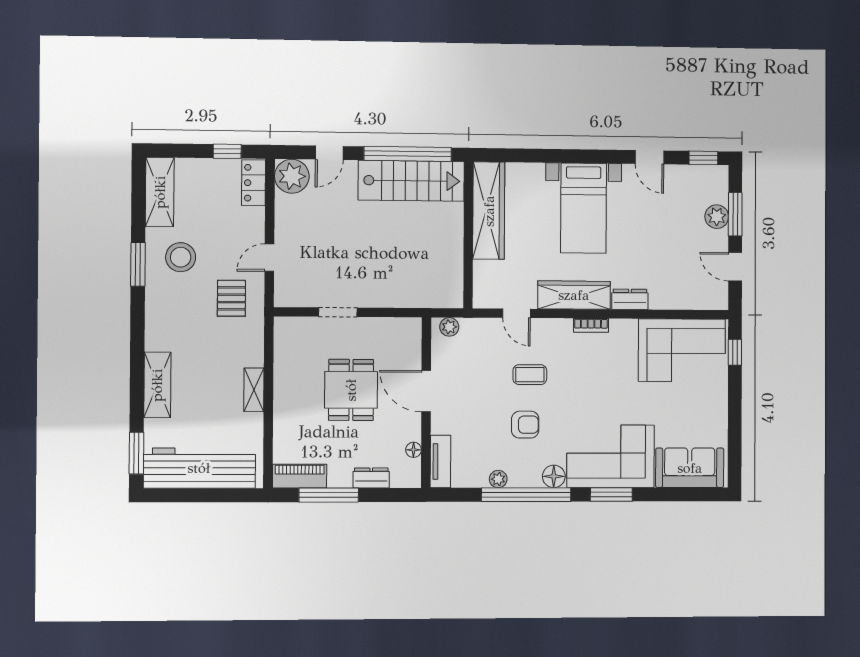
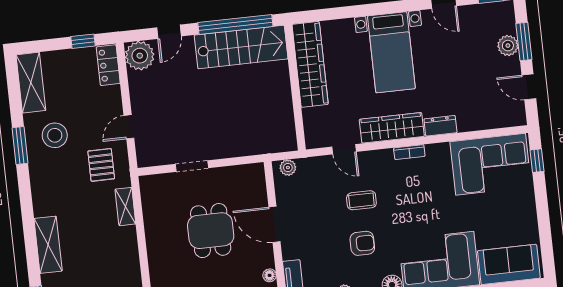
shelving: (254, 390) -> (125, 207), moved

